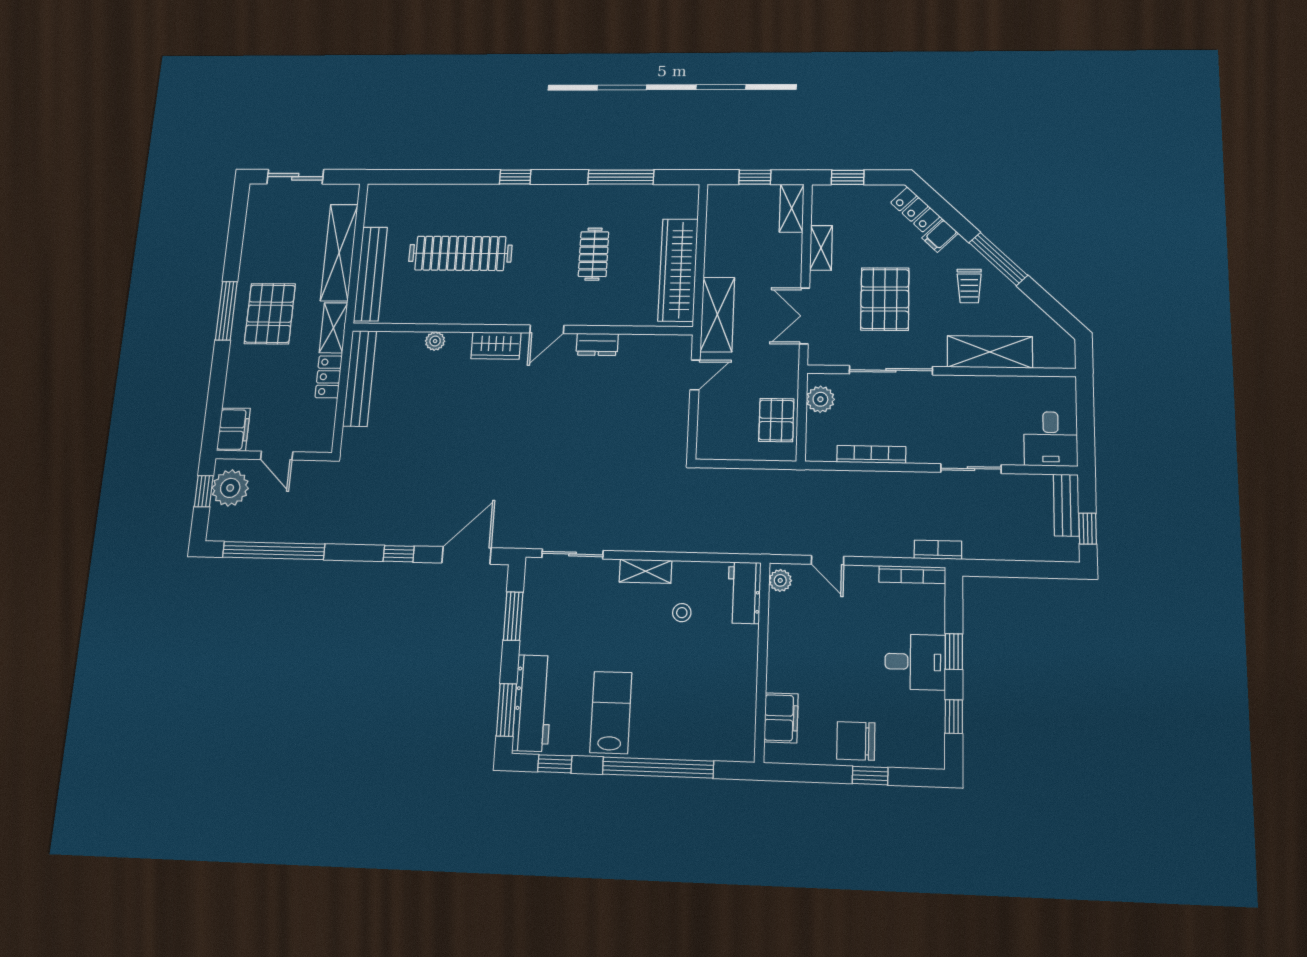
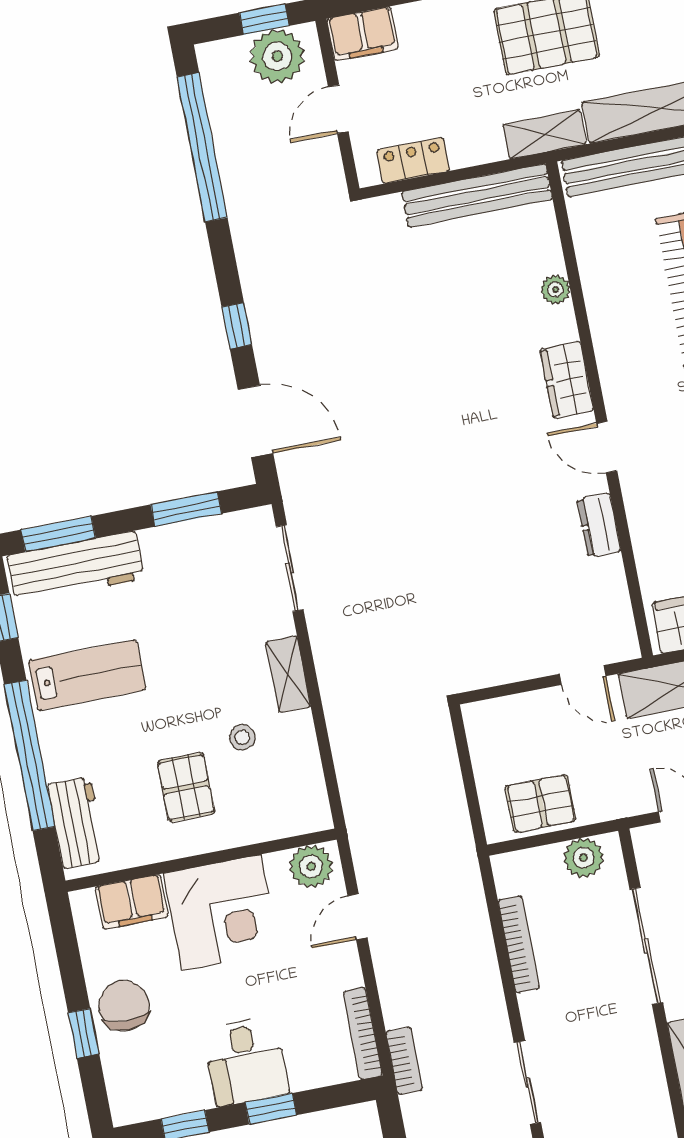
locker: (329, 377) -> (413, 160), moved
plant: (780, 580) -> (311, 866), width x1.38, depth x1.38
workbench: (744, 593) -> (77, 823), moved, turned 90
corner desk: (803, 655) -> (221, 913), added
pallet: (708, 660) -> (186, 787), added

